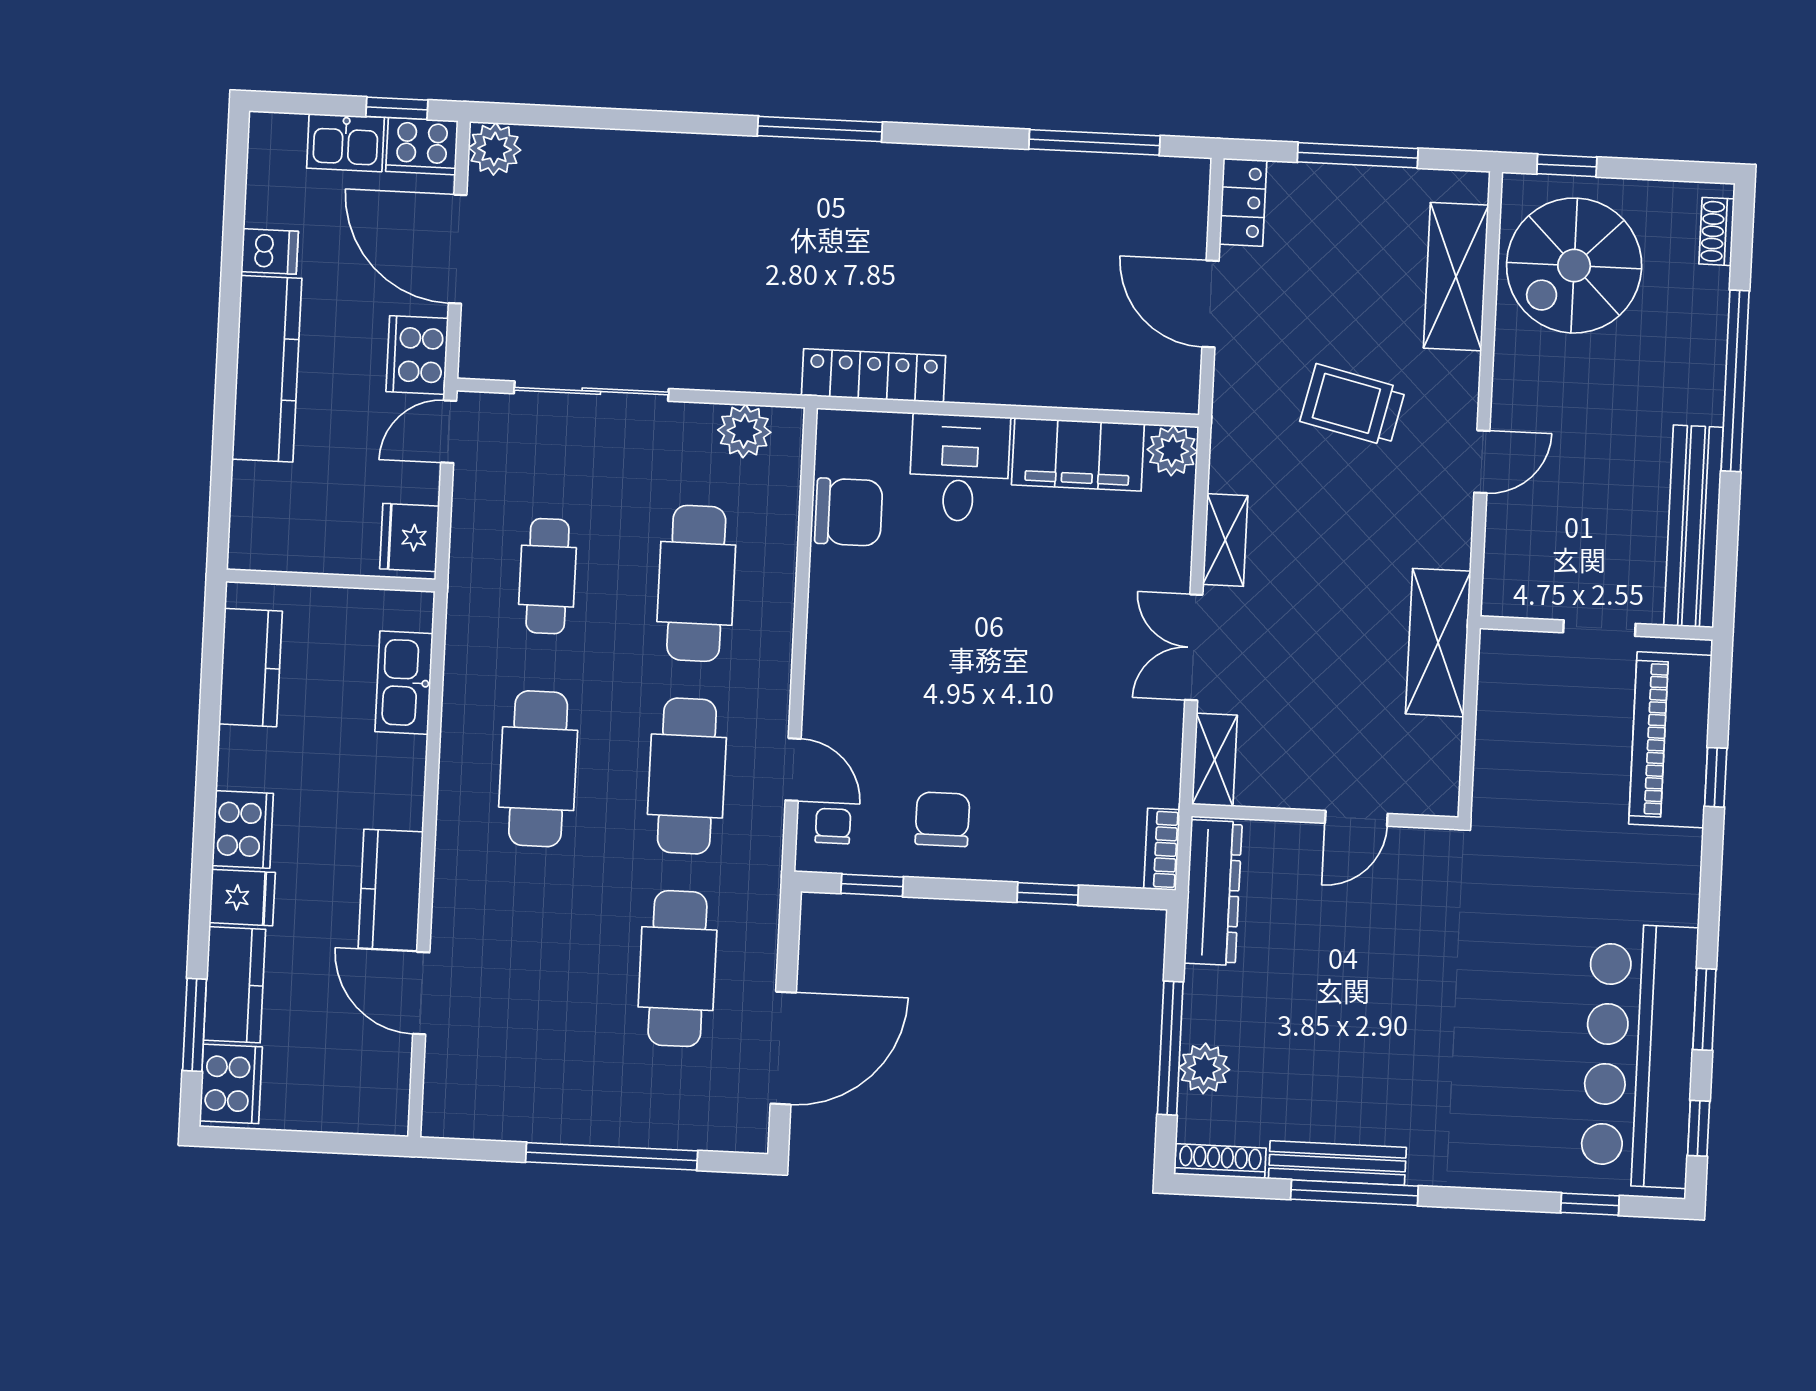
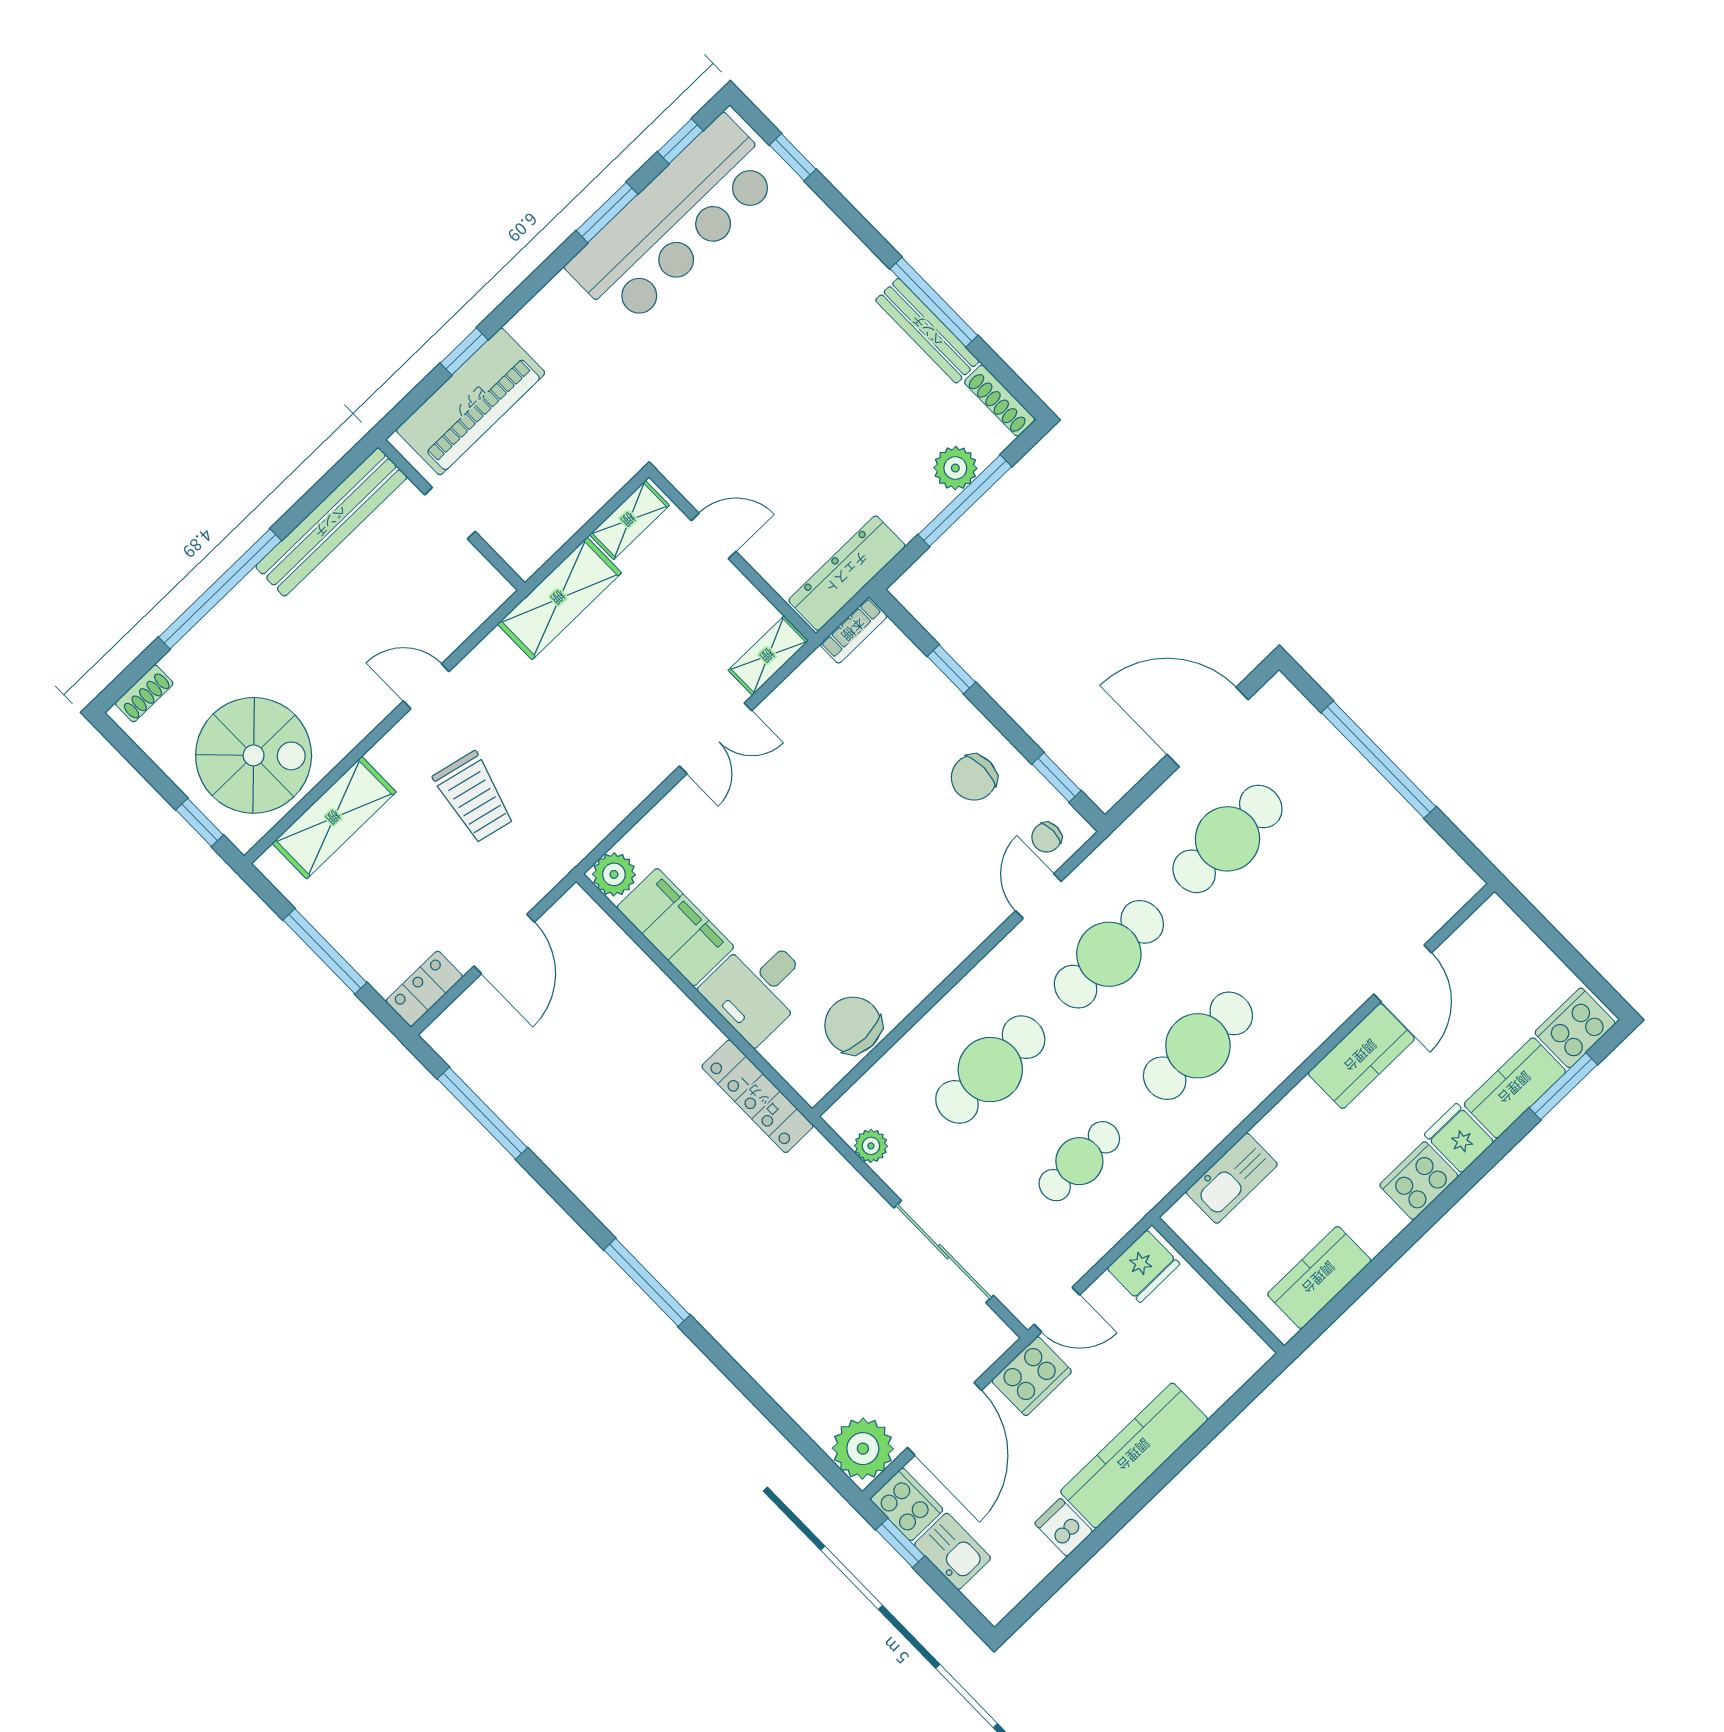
plant: (495, 149) -> (863, 1449), width x1.36, depth x1.36
plant: (744, 431) -> (871, 1146), width x0.73, depth x0.73
shelving: (1225, 540) -> (629, 520), moved

